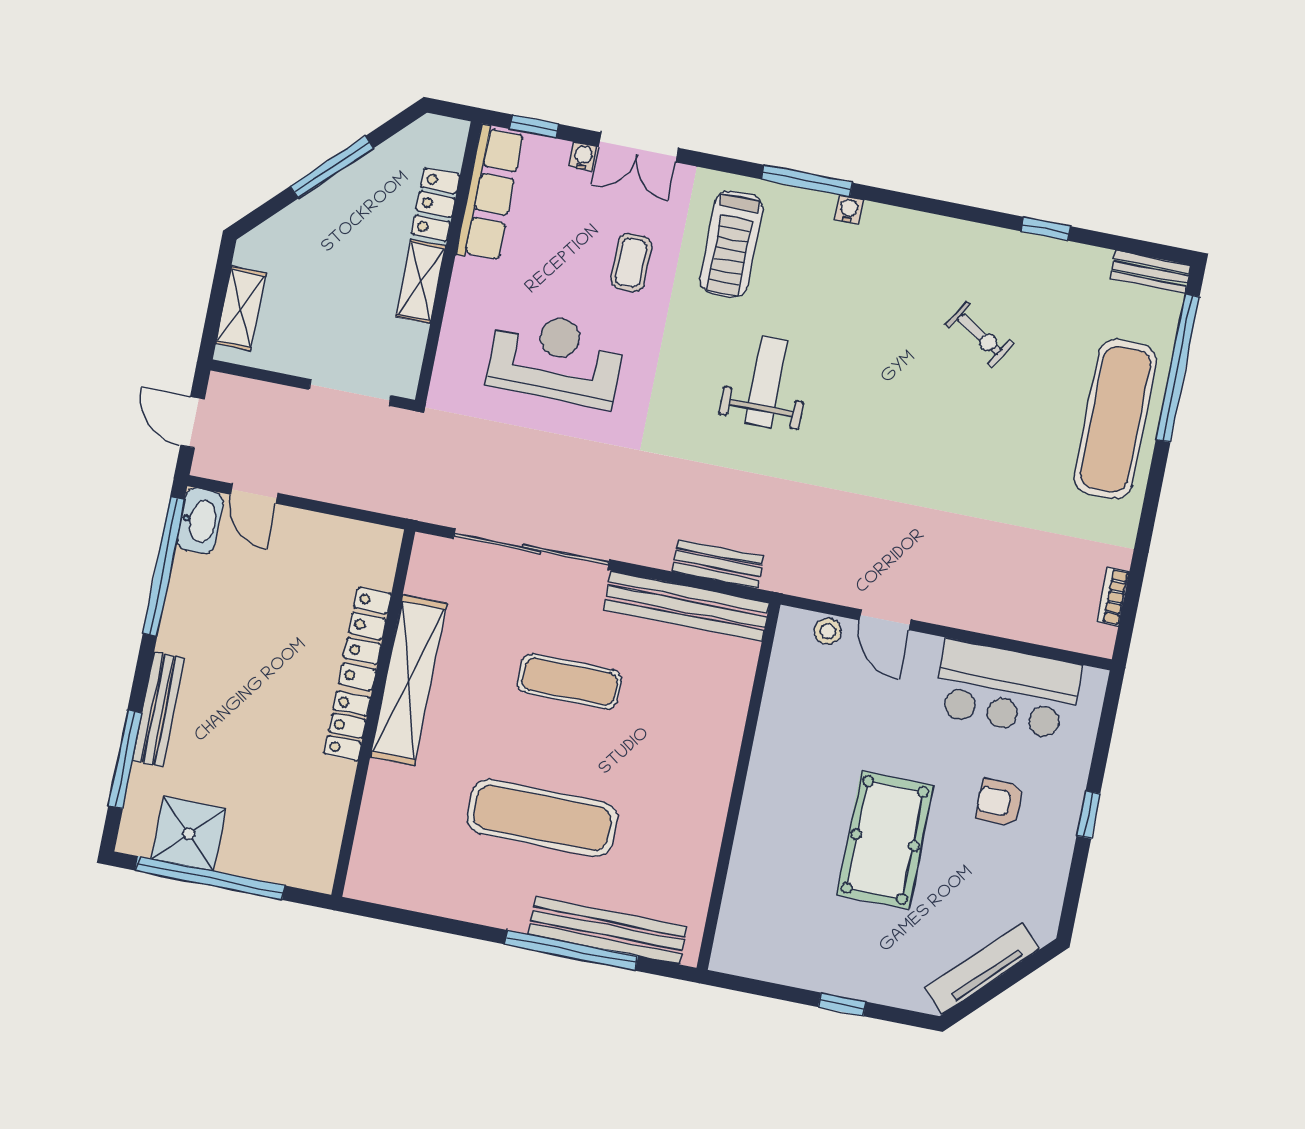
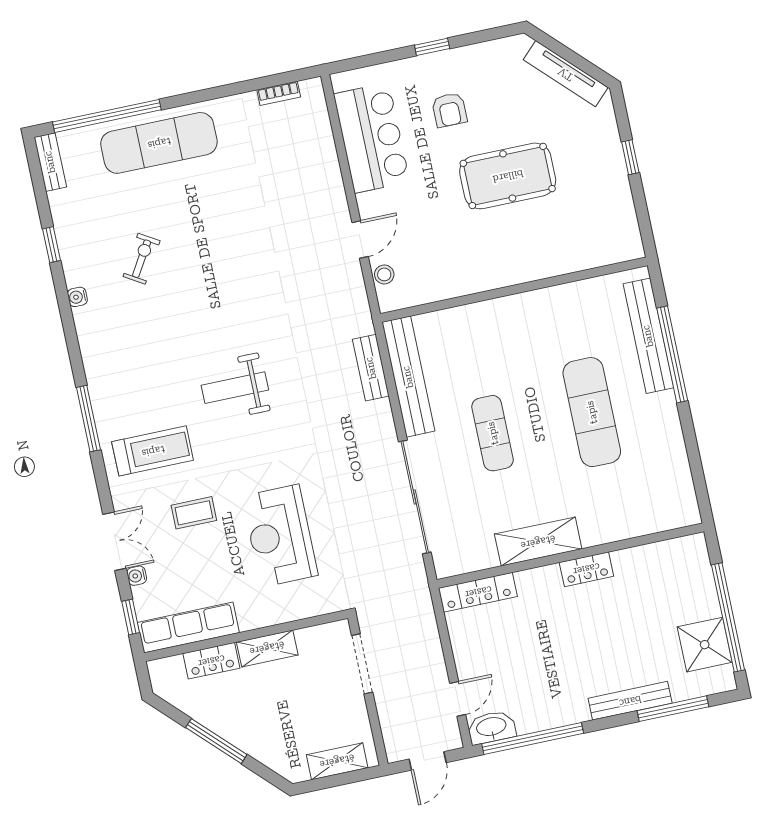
water cooler: (849, 210) -> (77, 297), moved
locker: (365, 639) -> (478, 592), moved
shelving: (409, 680) -> (538, 542), width x0.68

